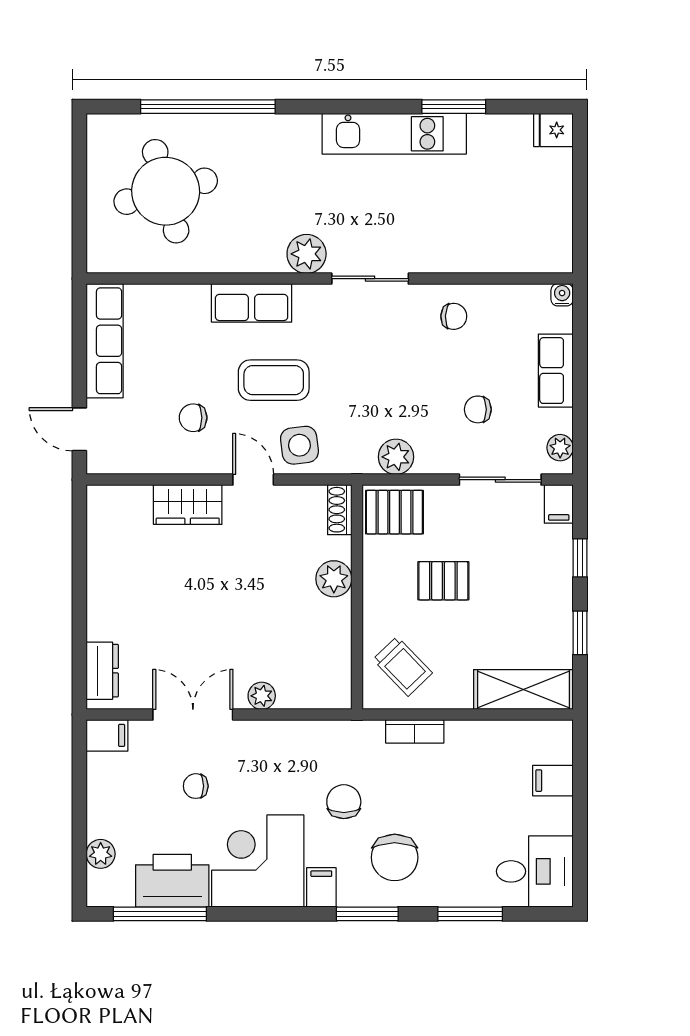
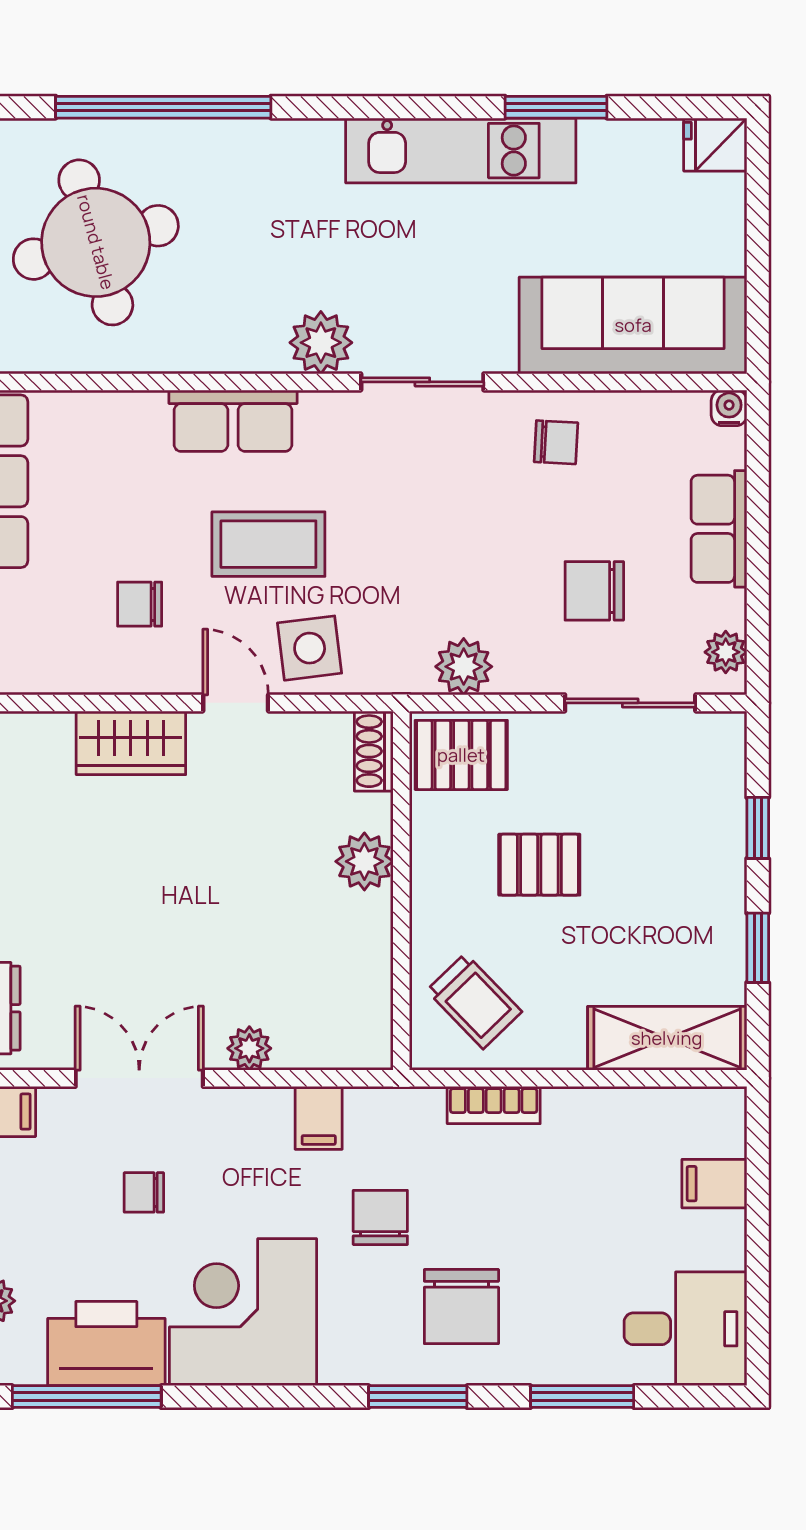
sofa: (502, 243) -> (633, 325), added
chair: (478, 409) -> (594, 591), width x1.37, depth x1.37
filing cabinet: (559, 504) -> (724, 742), removed
filing cabinet: (321, 887) -> (319, 1118), moved, turned 180

